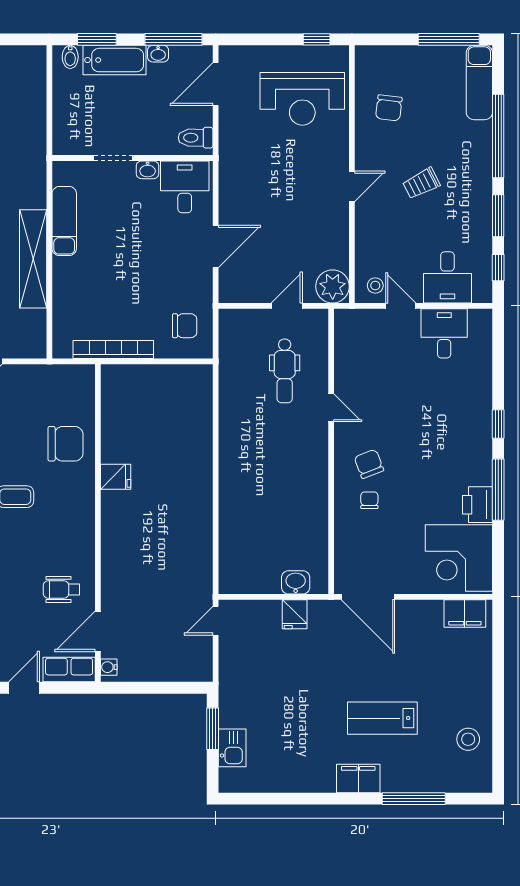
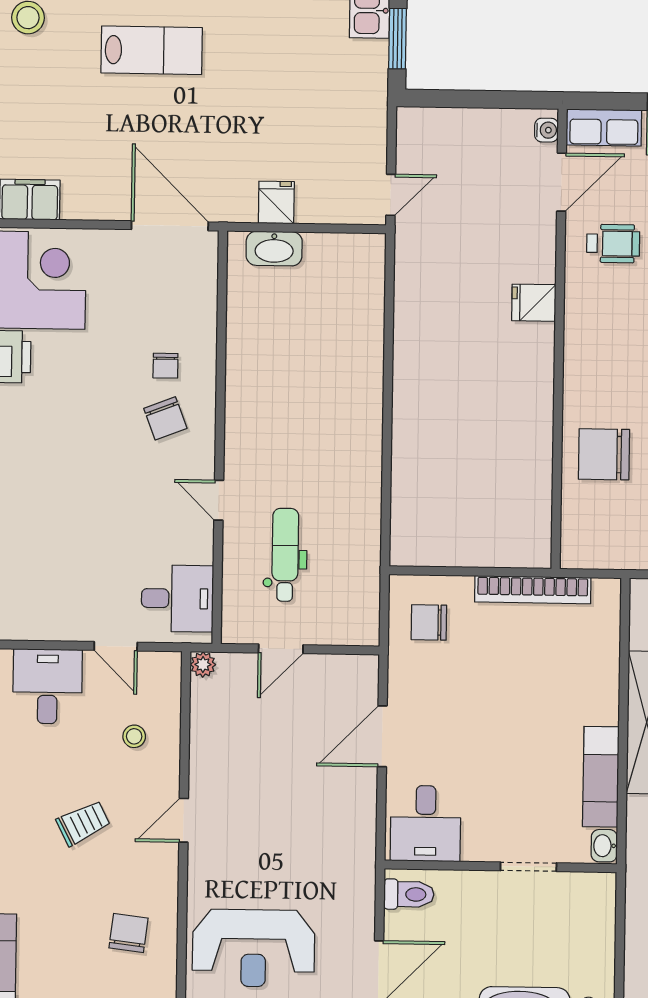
reception desk: (302, 99) -> (253, 948), turned 180
washbasin: (148, 170) -> (604, 846), moved, turned -90
plant: (333, 286) -> (203, 665), width x0.53, depth x0.53
stool: (375, 286) -> (134, 736), moved
desk: (444, 333) -> (177, 598), moved, turned -90
fridge: (116, 477) -> (534, 303), moved
washbasin: (296, 582) -> (274, 249), width x1.38

